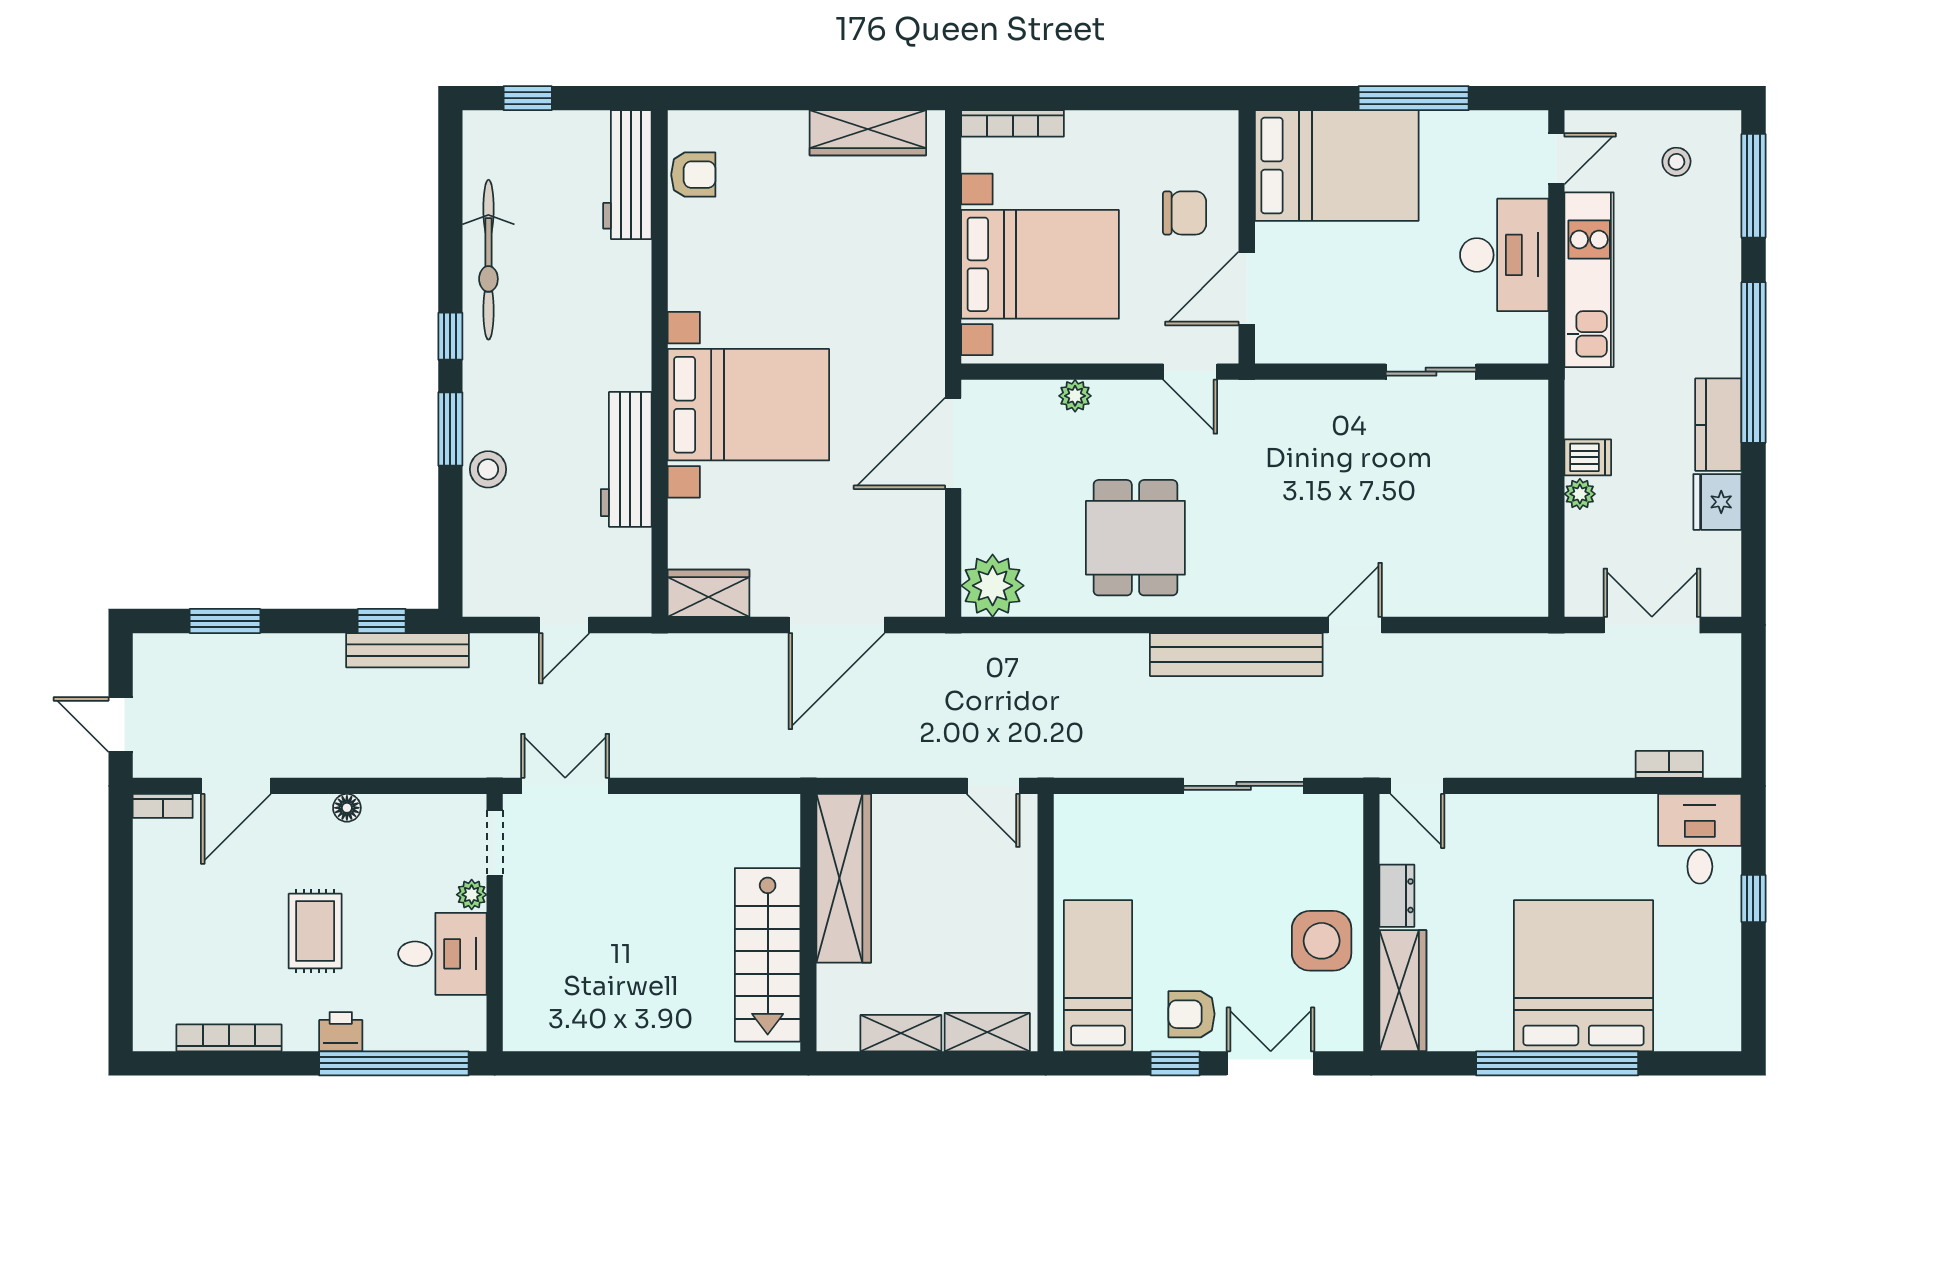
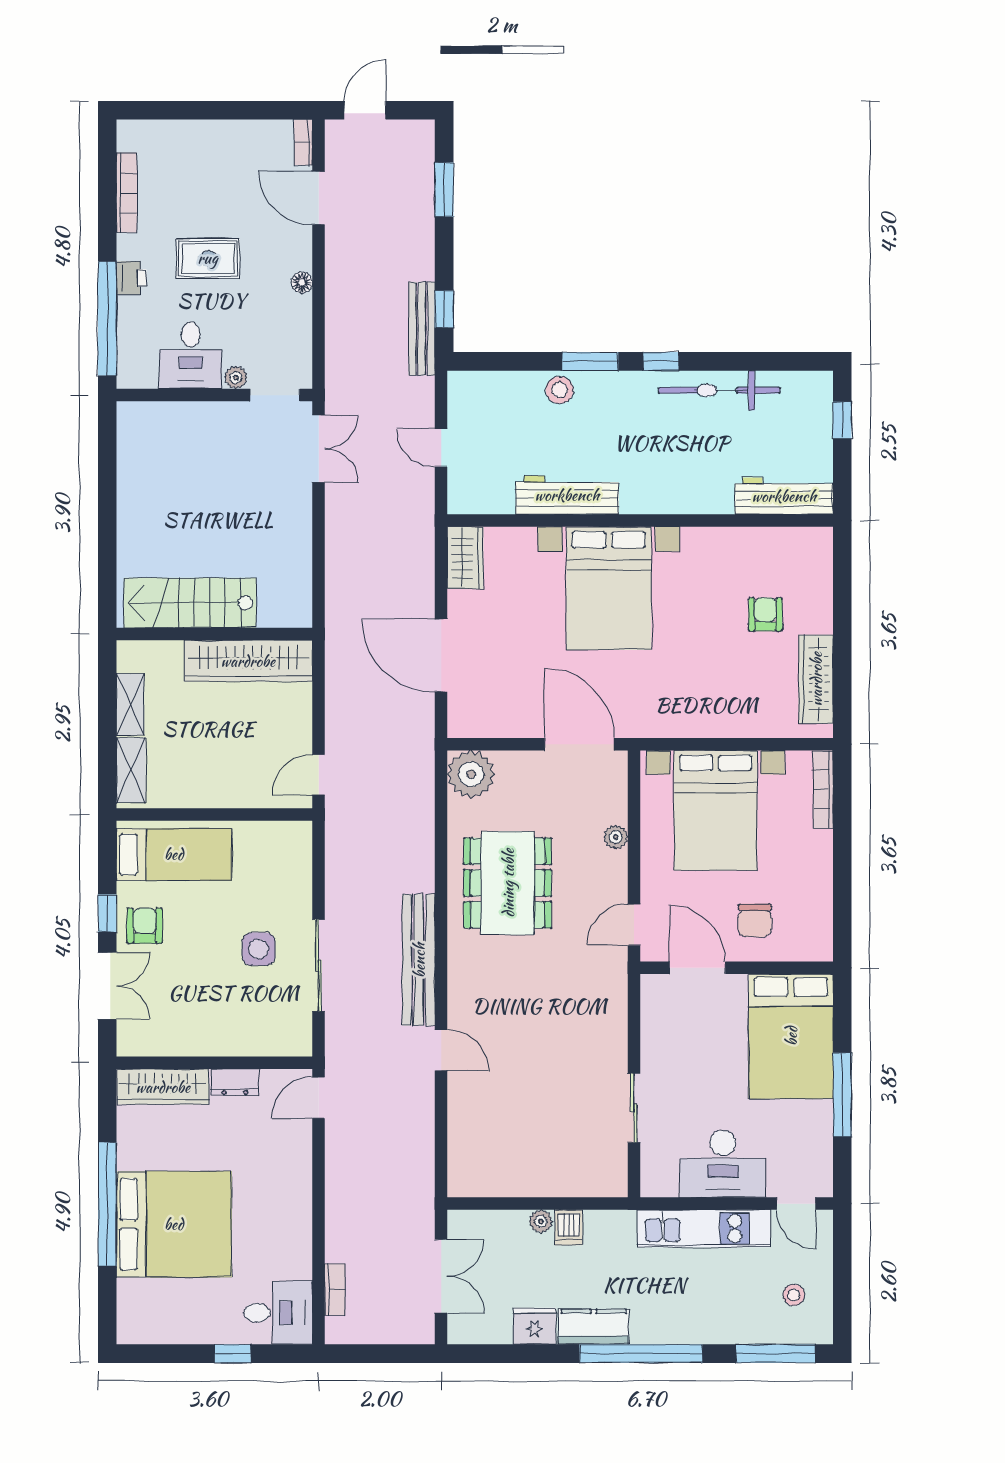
armchair: (693, 175) -> (765, 614), moved, turned 180
dining table: (1135, 538) -> (508, 883), width x1.38
side table: (1322, 941) -> (259, 949), moved, width x0.73, depth x0.73

